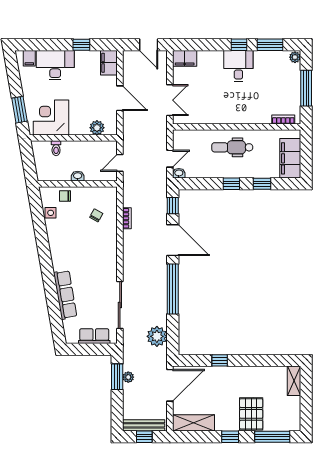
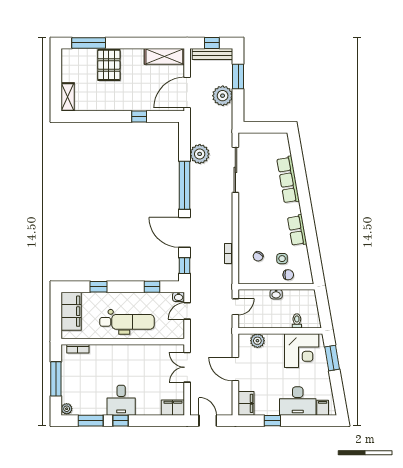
dental chair: (232, 147) -> (127, 322), width x1.36, depth x1.38
window: (231, 184) -> (152, 287), moved
side table: (51, 213) -> (282, 259), moved
row of seats: (94, 336) -> (297, 230), moved, turned 80
plant: (157, 336) -> (200, 154), moved
window: (117, 377) -> (238, 77), moved
plant: (128, 377) -> (223, 96), width x1.88, depth x1.88
window: (230, 437) -> (129, 43), removed

